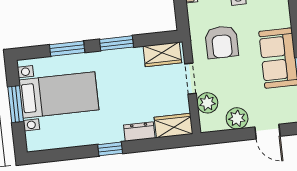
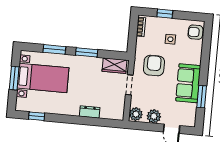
armchair: (222, 42) -> (154, 66), turned 180
plant: (207, 103) -> (136, 114), moved
wardrobe: (174, 126) -> (112, 113), removed
window: (110, 149) -> (37, 116), moved

